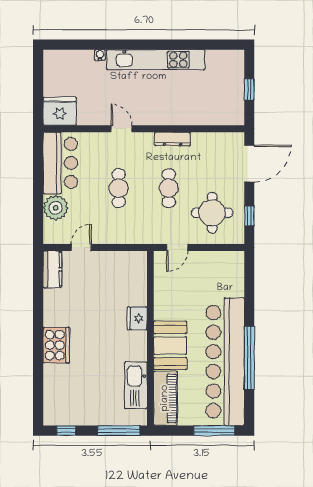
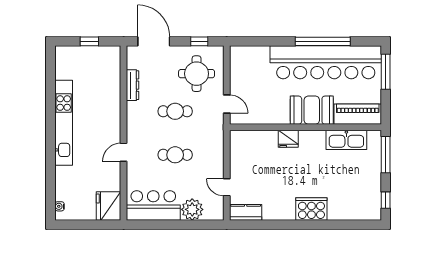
water cooler: (100, 55) -> (60, 206), moved
dresser: (173, 139) -> (132, 85), moved

